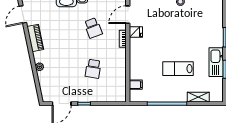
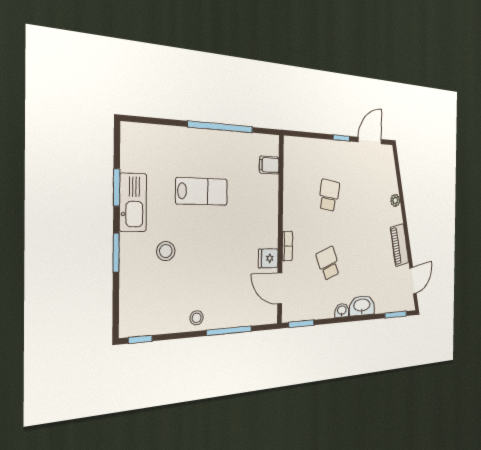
door: (128, 15) -> (280, 288), swing flipped
stool: (198, 37) -> (166, 251), added
shelving: (198, 97) -> (167, 135), removed

